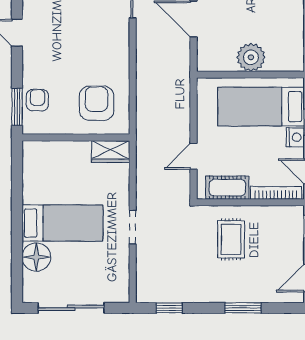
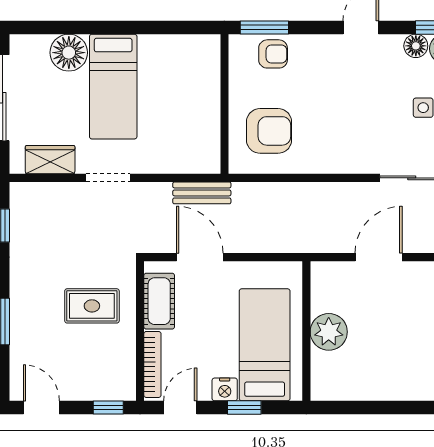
wardrobe: (111, 152) -> (50, 160), moved, turned 90
bench: (144, 155) -> (202, 193), added
door: (194, 156) -> (200, 257), width x1.38

